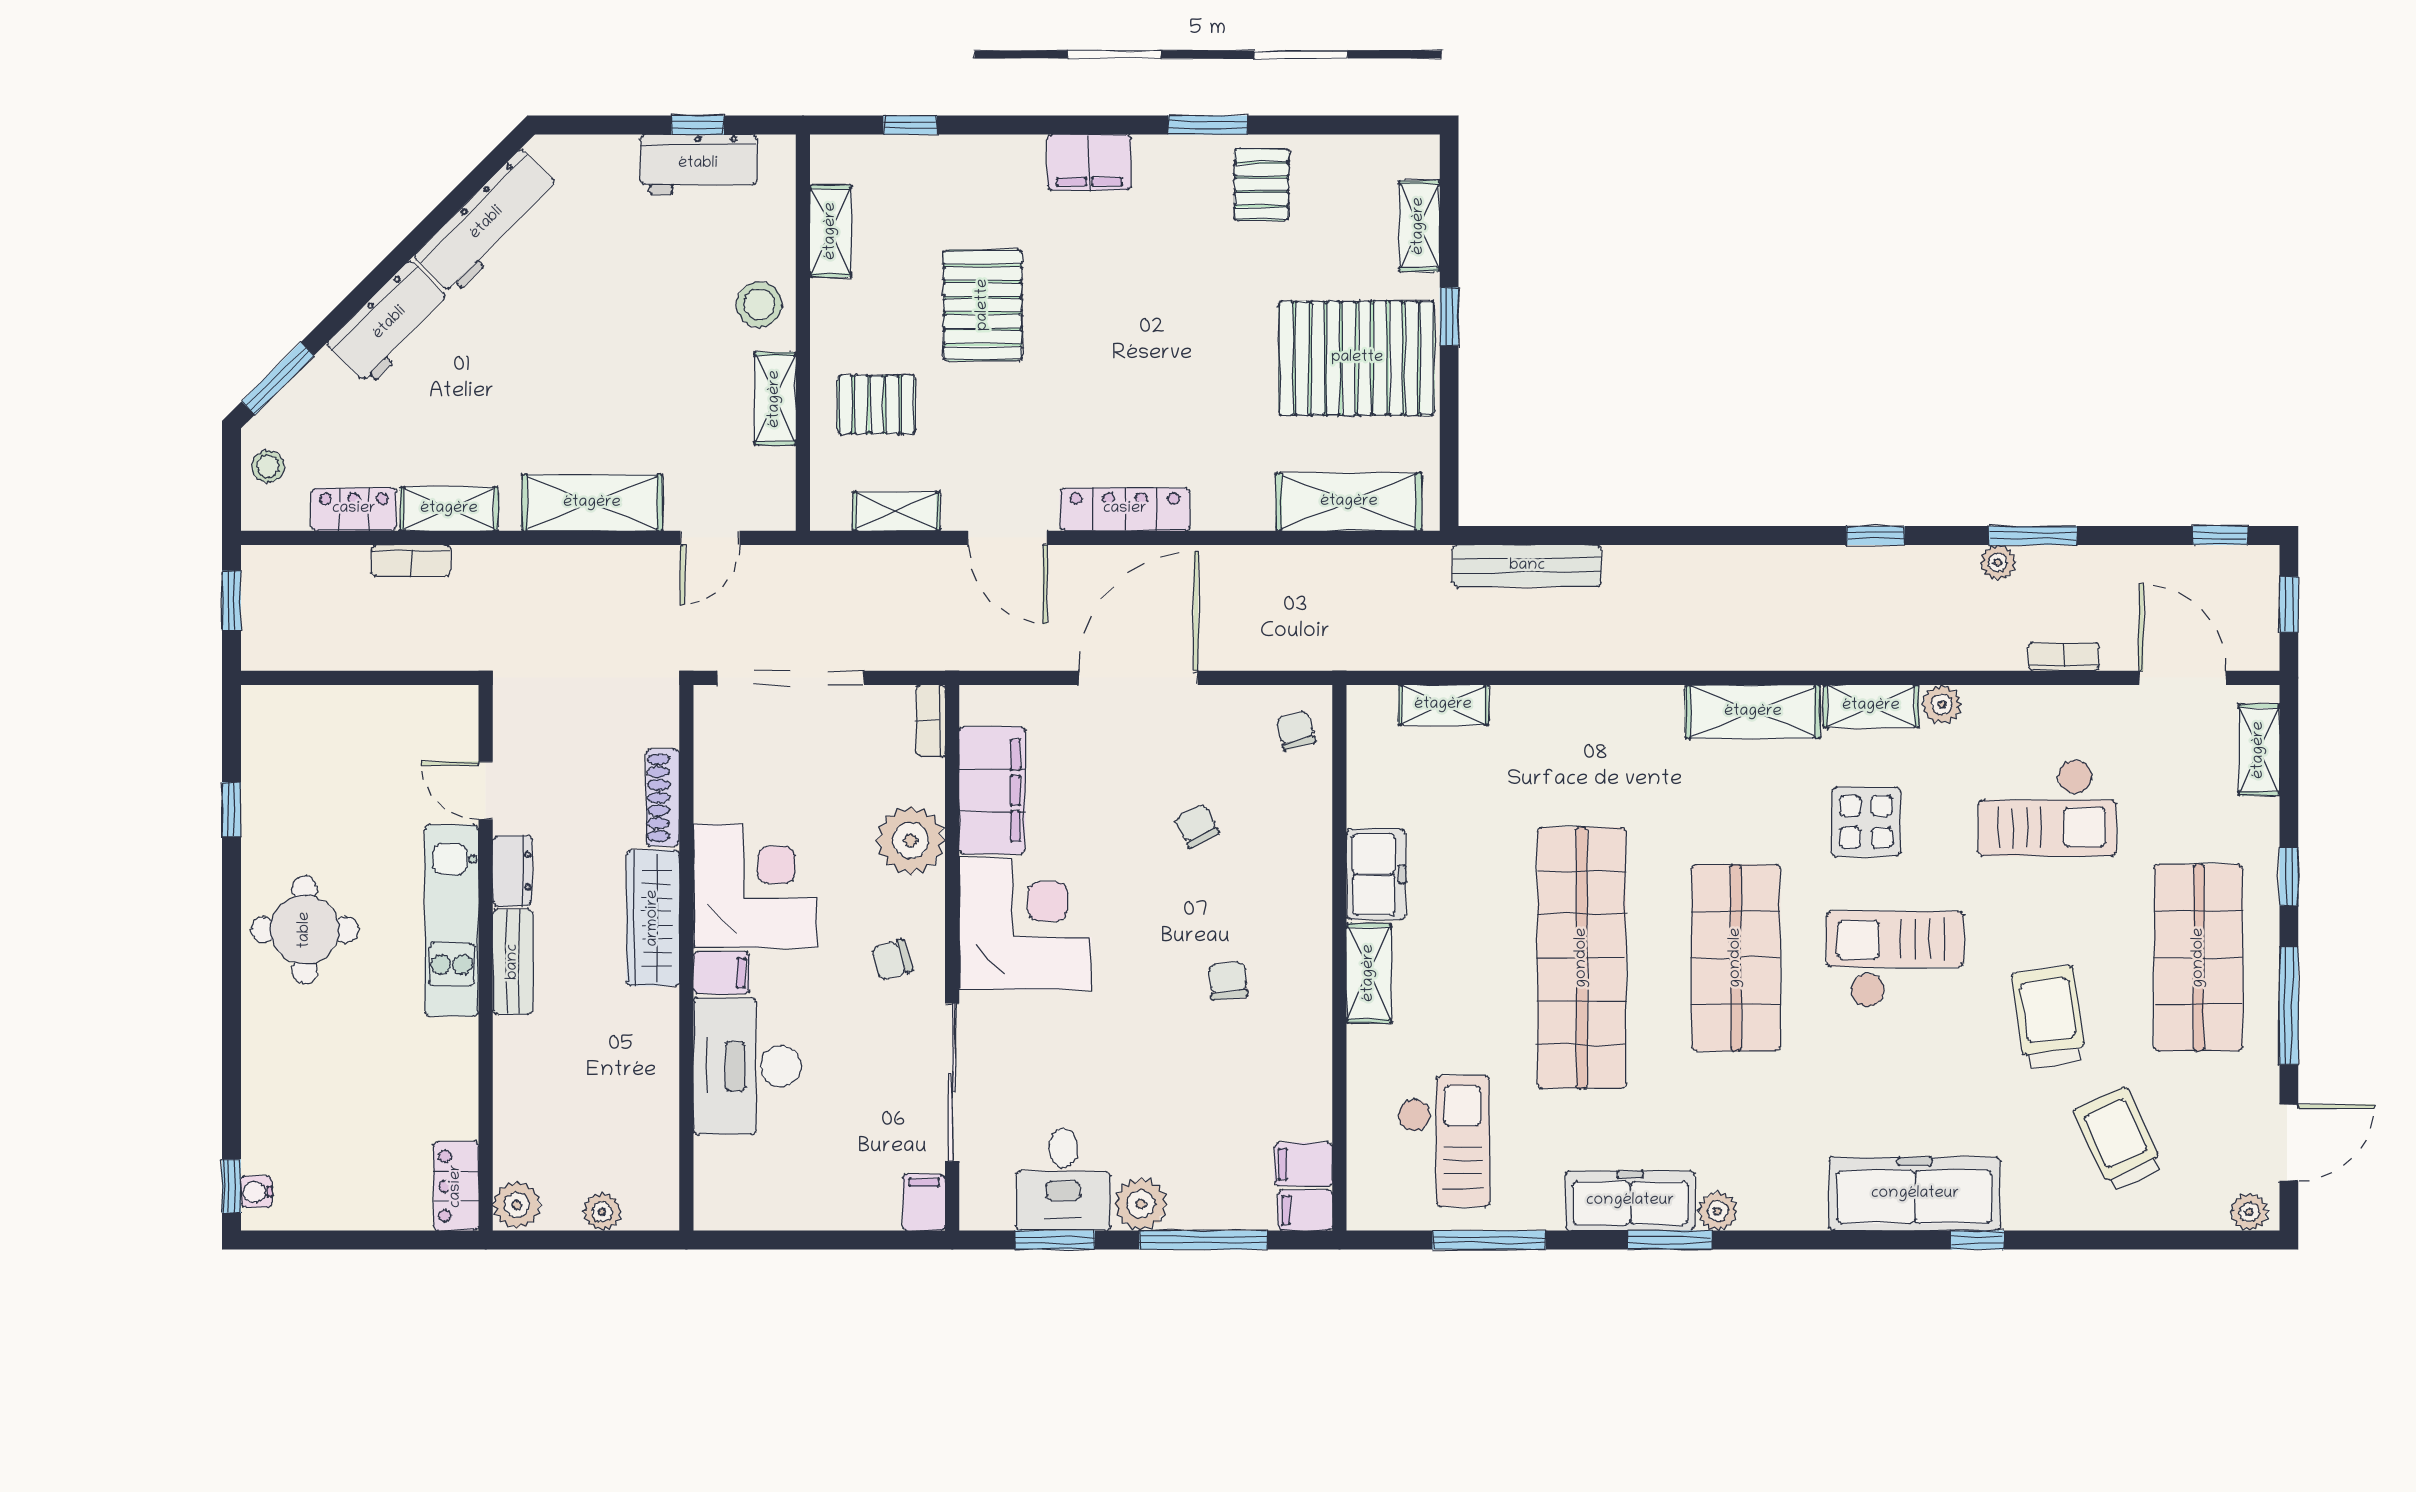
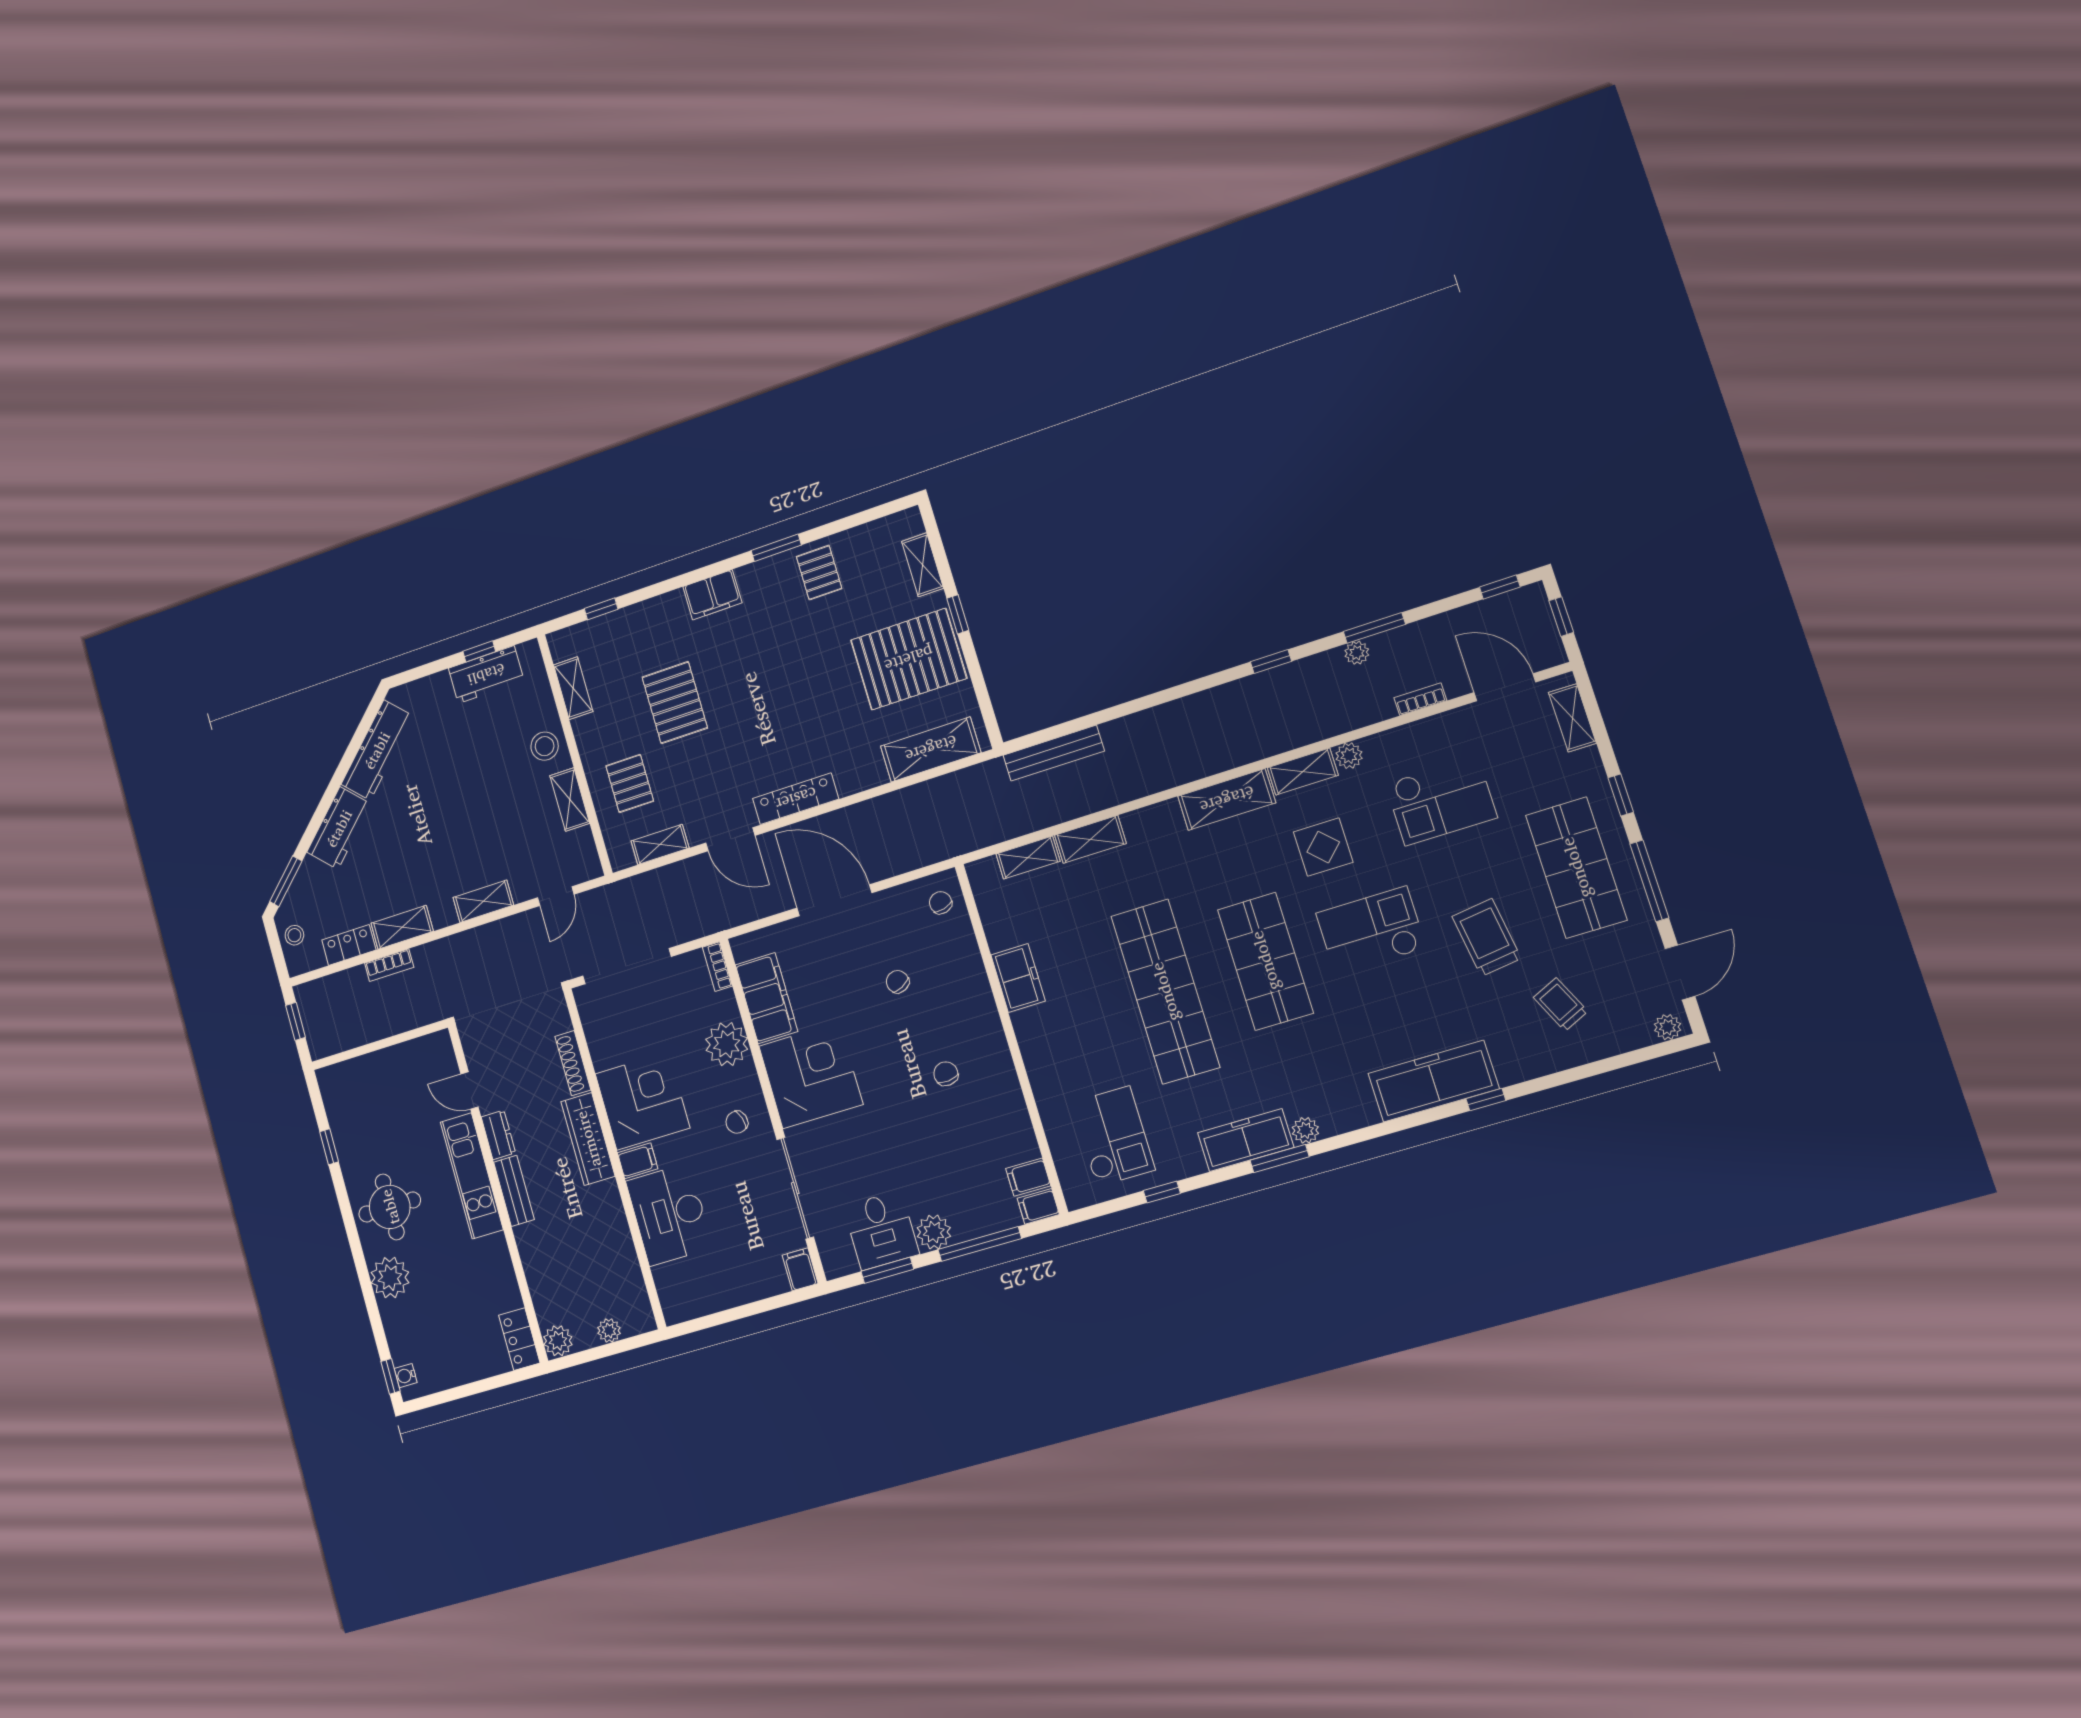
pallet: (877, 405) -> (630, 783), turned 90
shelving: (592, 503) -> (483, 901), width x0.67, depth x0.75
door: (1138, 678) -> (834, 900), hinge flipped
shelving: (1369, 973) -> (1090, 839), moved, turned 90
plant: (274, 1037) -> (390, 1278), added
trolley: (2118, 1139) -> (1561, 1004), width x0.73, depth x0.72
window: (1489, 1240) -> (1162, 1192), width x0.46

